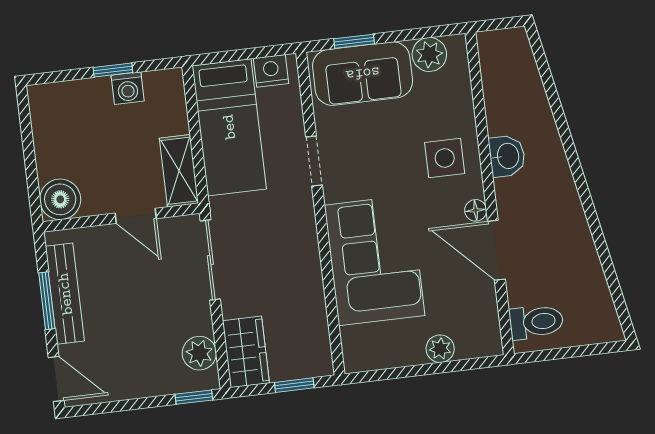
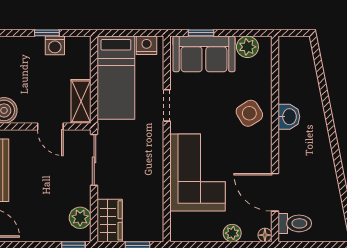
side table: (445, 158) -> (249, 113), turned -32
floor lamp: (476, 210) -> (265, 235), moved
door: (496, 250) -> (275, 192), moved

